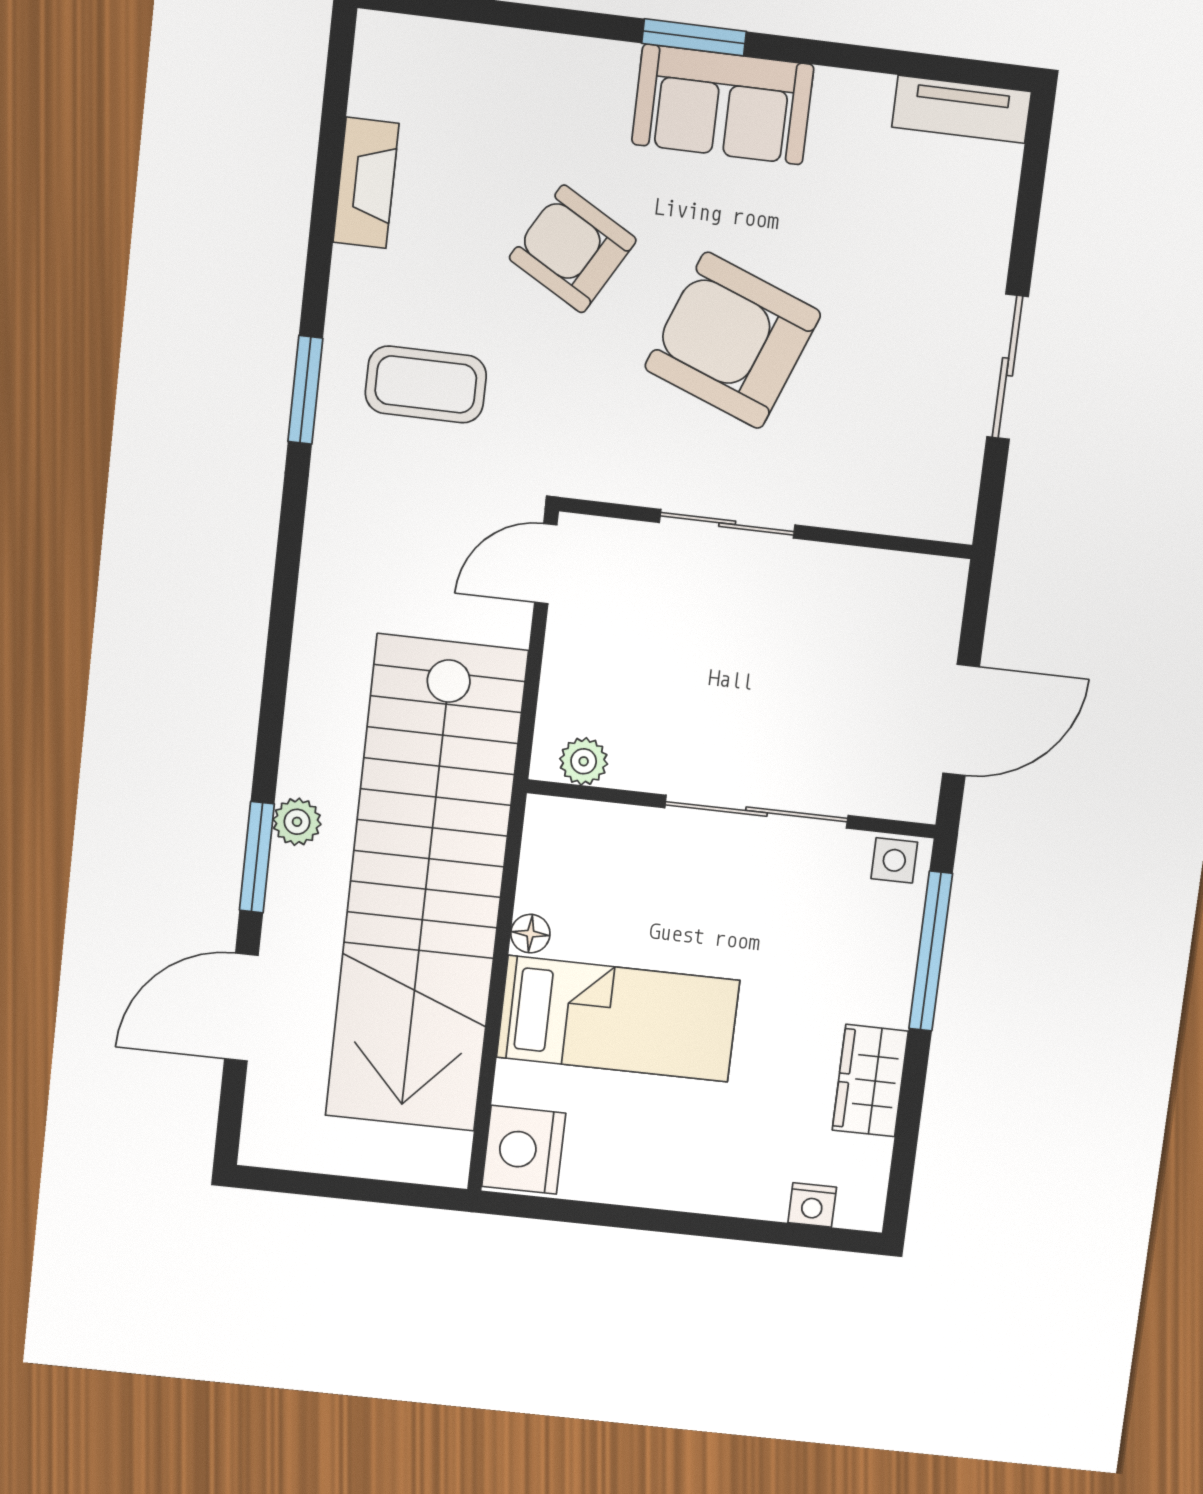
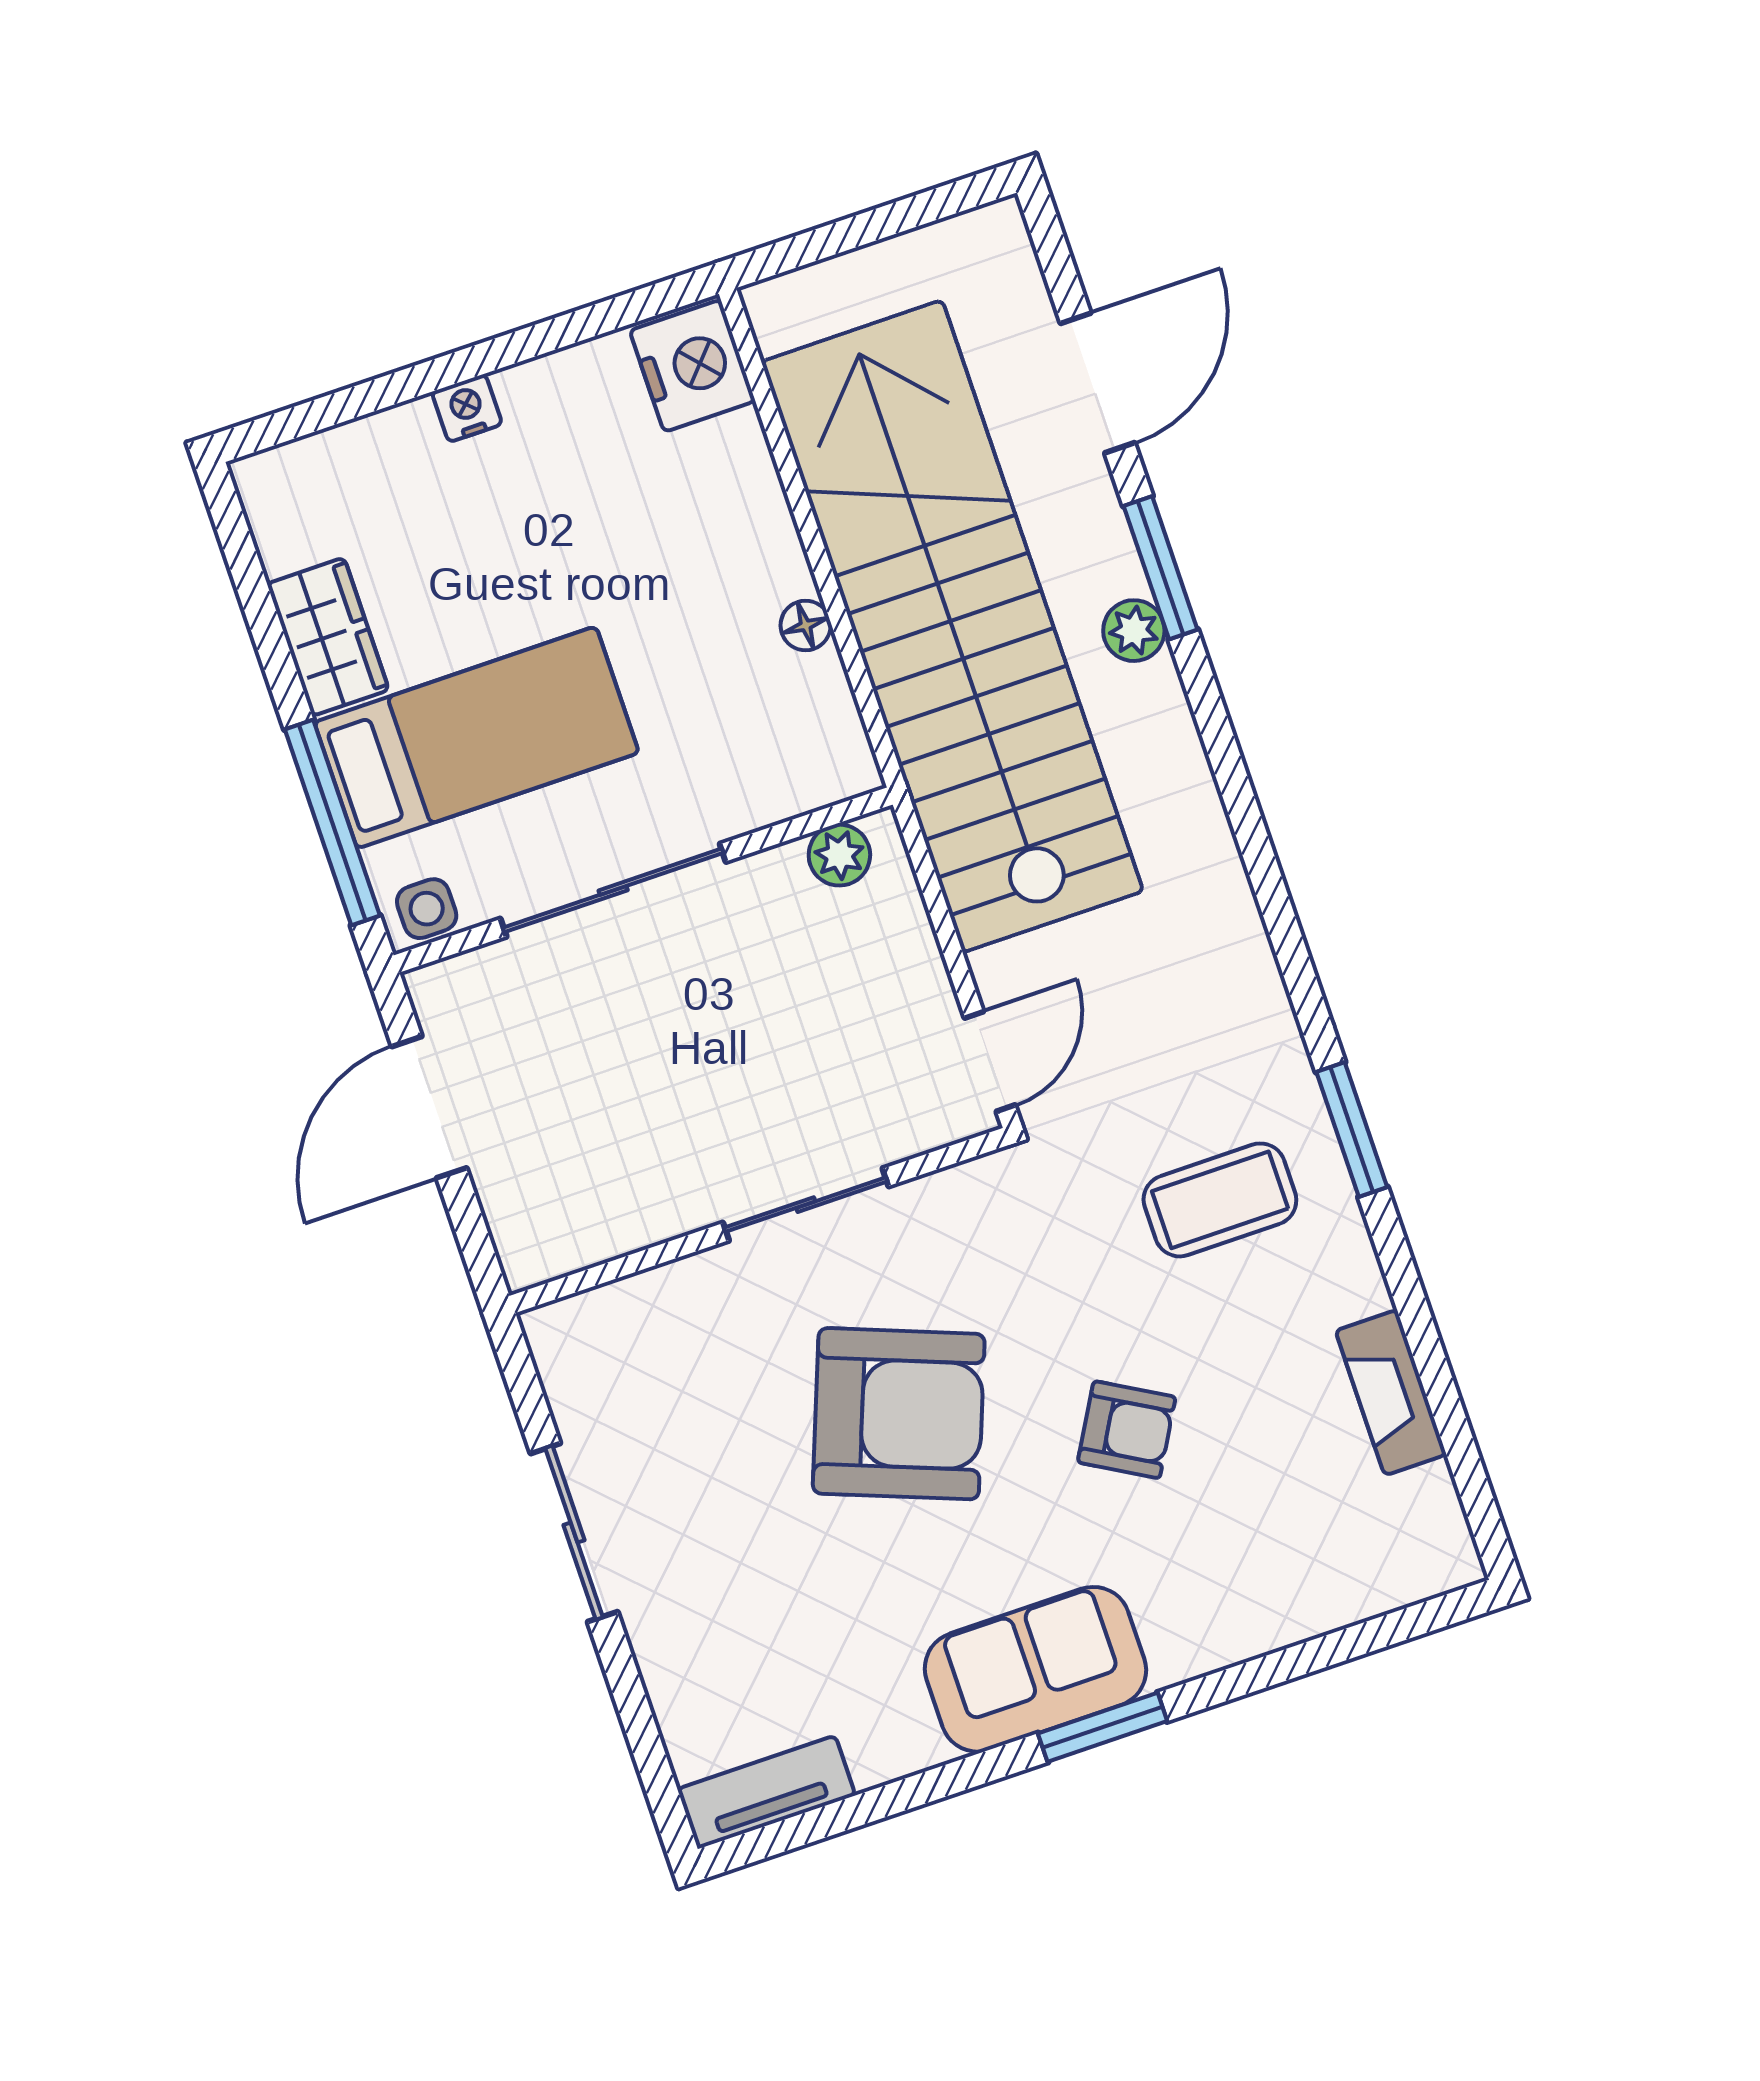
armchair: (573, 249) -> (1127, 1430), width x0.72, depth x0.72
bed: (618, 1019) -> (477, 737), moved, turned 180
nightstand: (812, 1205) -> (467, 408), moved

